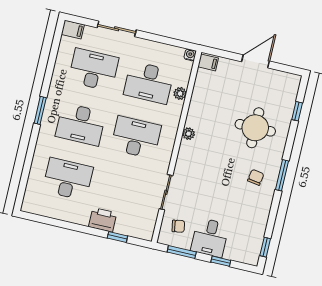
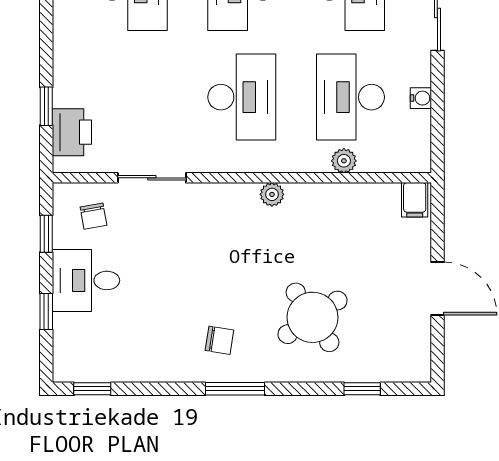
water cooler: (190, 55) -> (421, 98), moved
round table: (255, 128) -> (313, 317), turned -34
printer: (103, 220) -> (72, 132), moved
window: (182, 252) -> (46, 234), width x0.67

